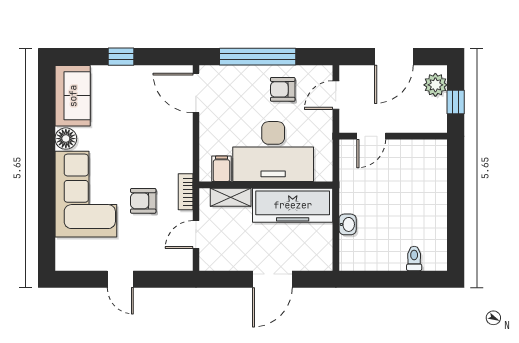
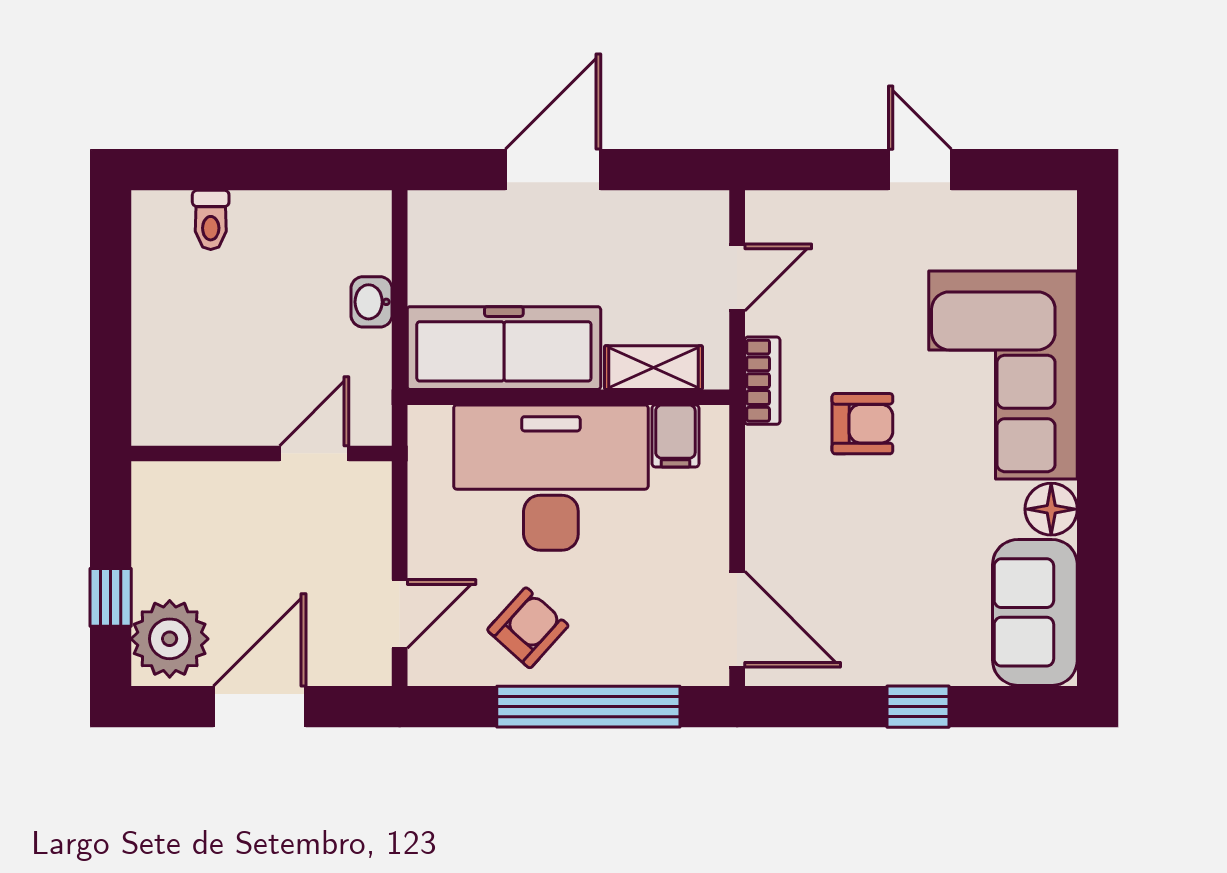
plant: (435, 85) -> (170, 639), width x1.36, depth x1.36
armchair: (283, 89) -> (528, 628), turned -48
door: (371, 136) -> (314, 453), moved
wall: (393, 136) -> (262, 453), moved
armchair: (143, 201) -> (862, 424), moved

